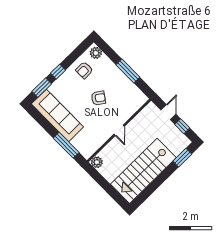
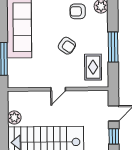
rug: (127, 96) -> (93, 67), added
plant: (97, 162) -> (14, 118), moved

